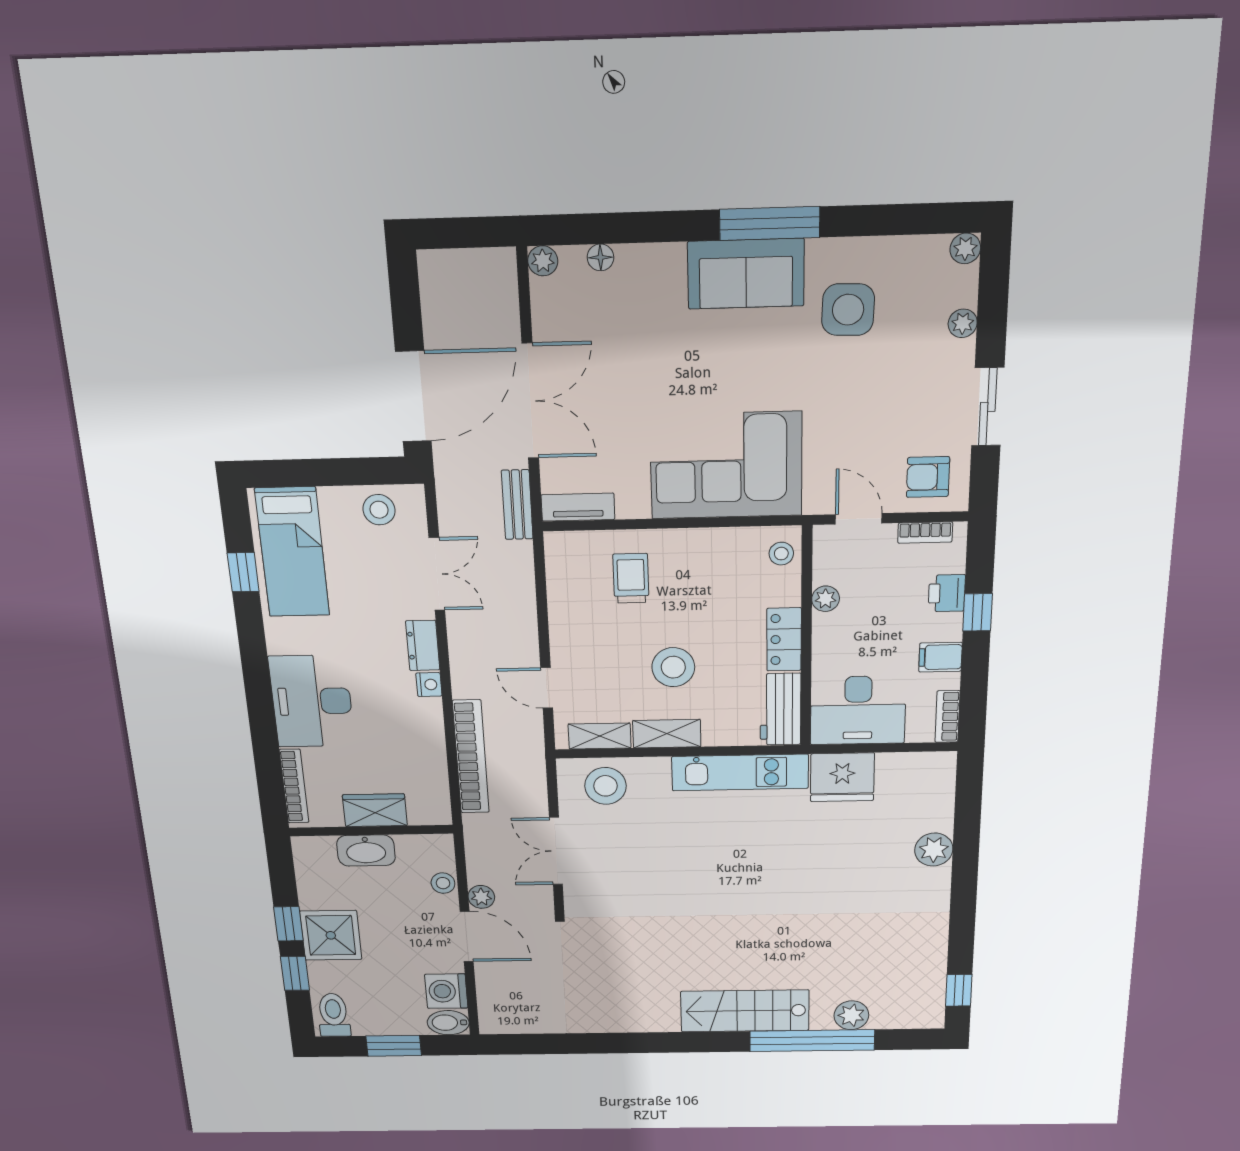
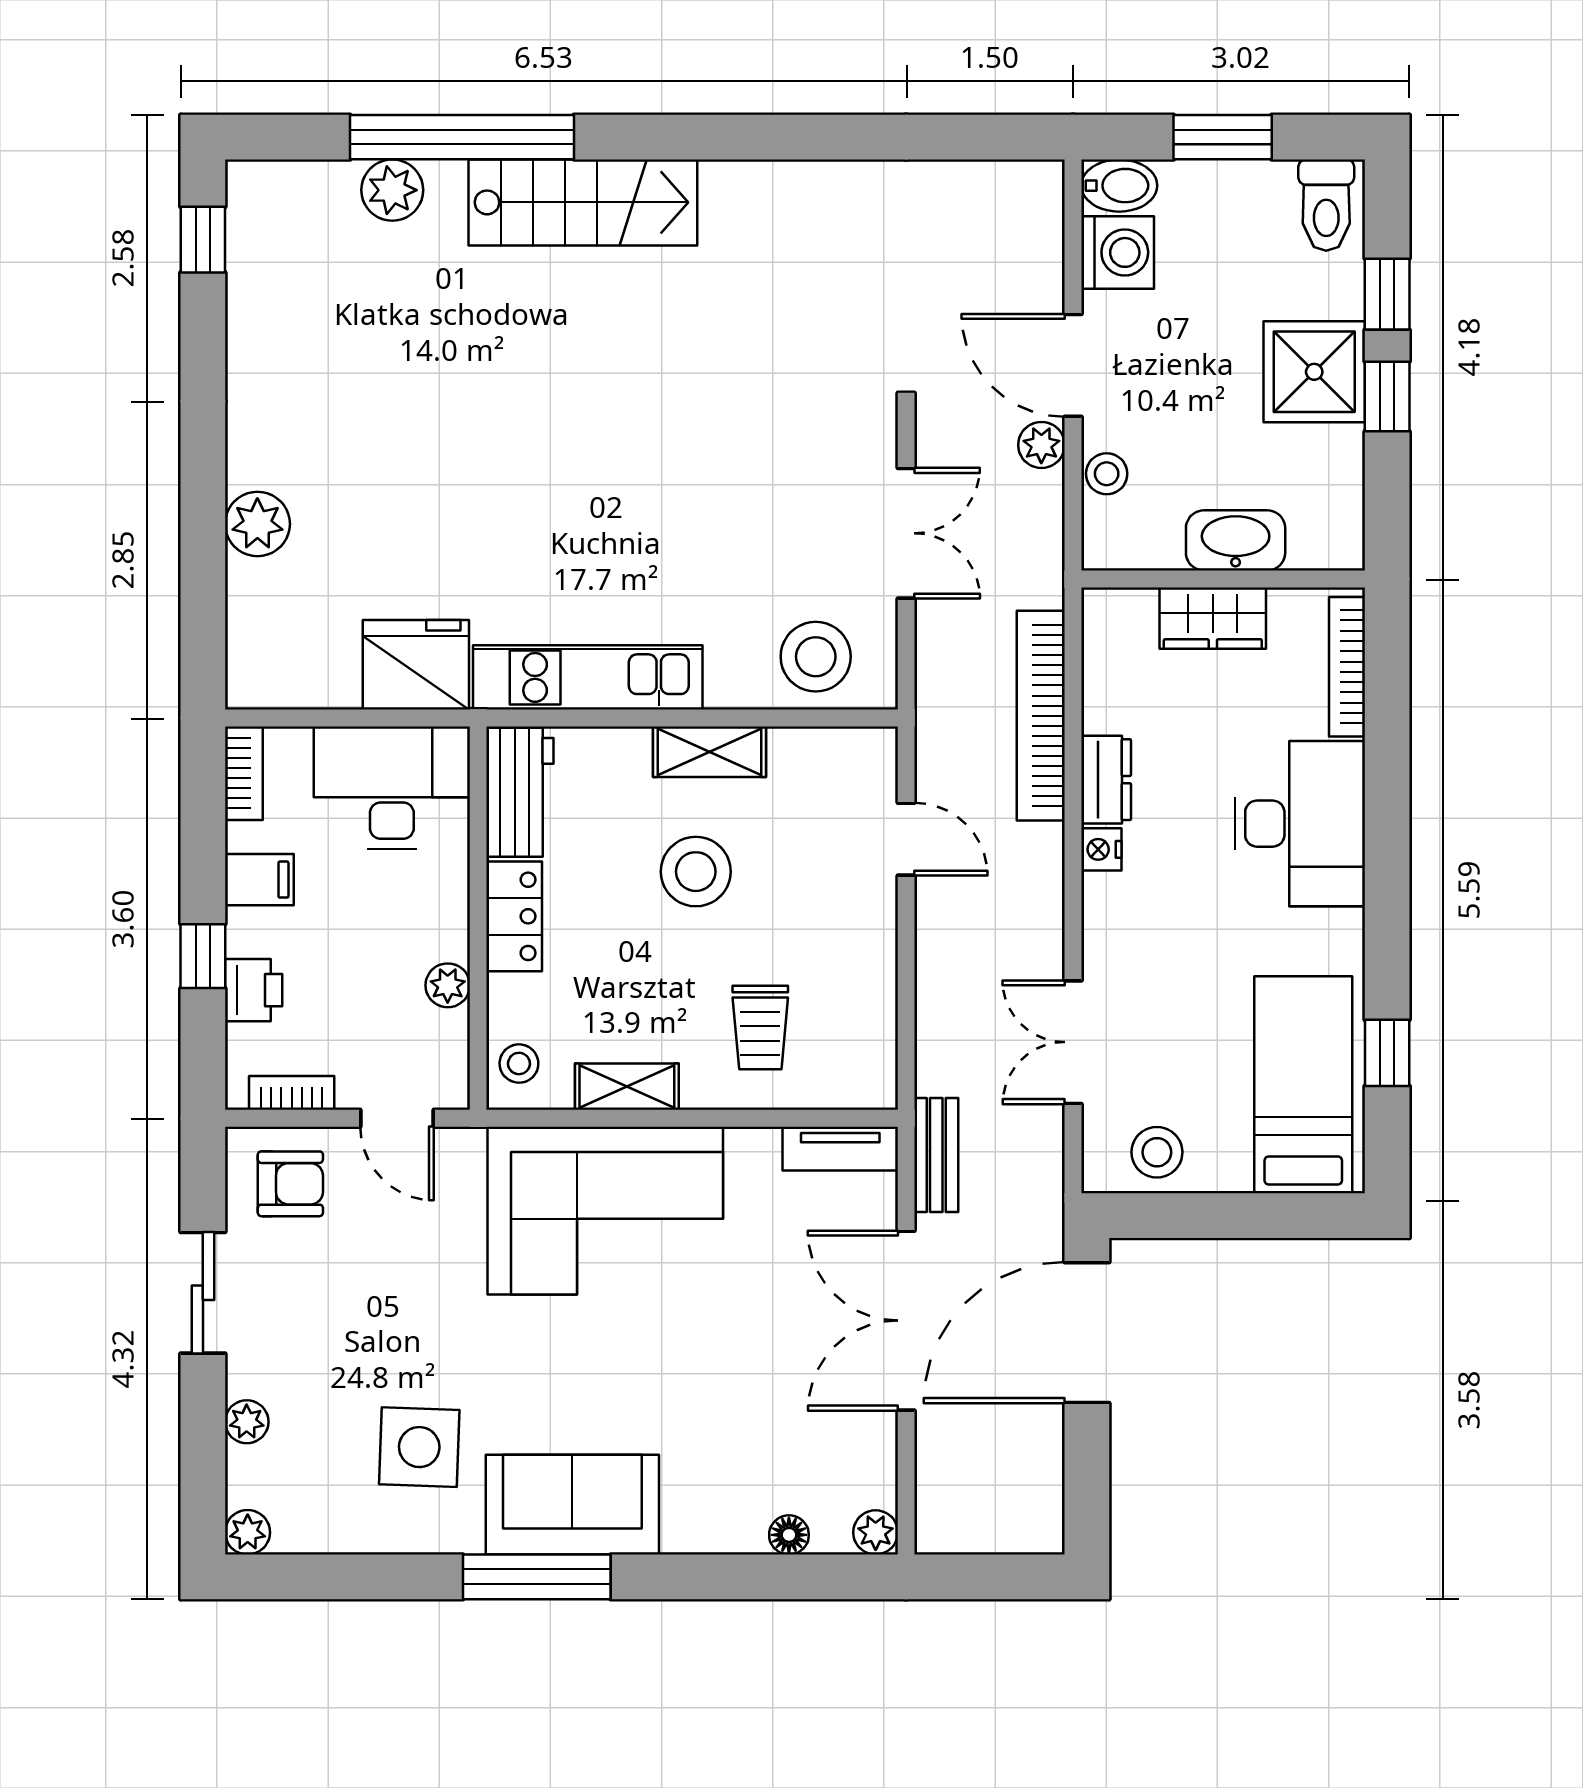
dresser: (423, 645) -> (1106, 780), moved
shelving: (600, 736) -> (627, 1087), moved

